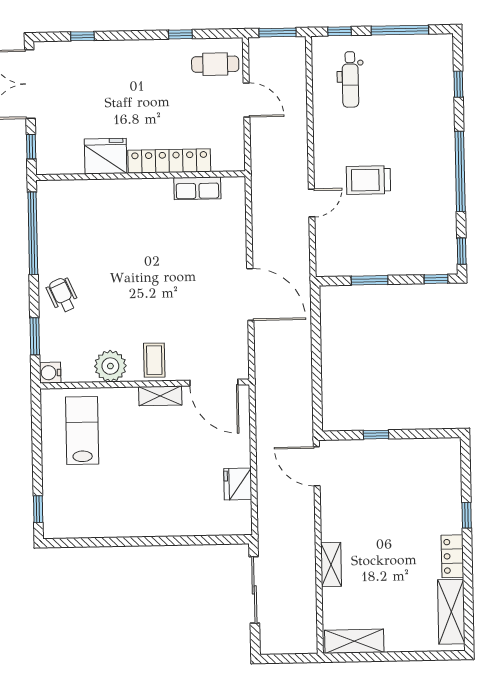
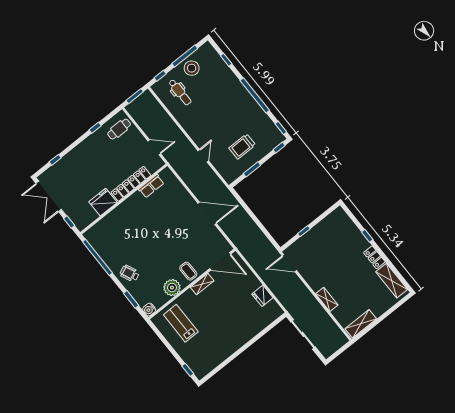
stool: (396, 57) -> (192, 68), added
door: (247, 100) -> (154, 147), moved
trolley: (368, 180) -> (242, 146), moved

